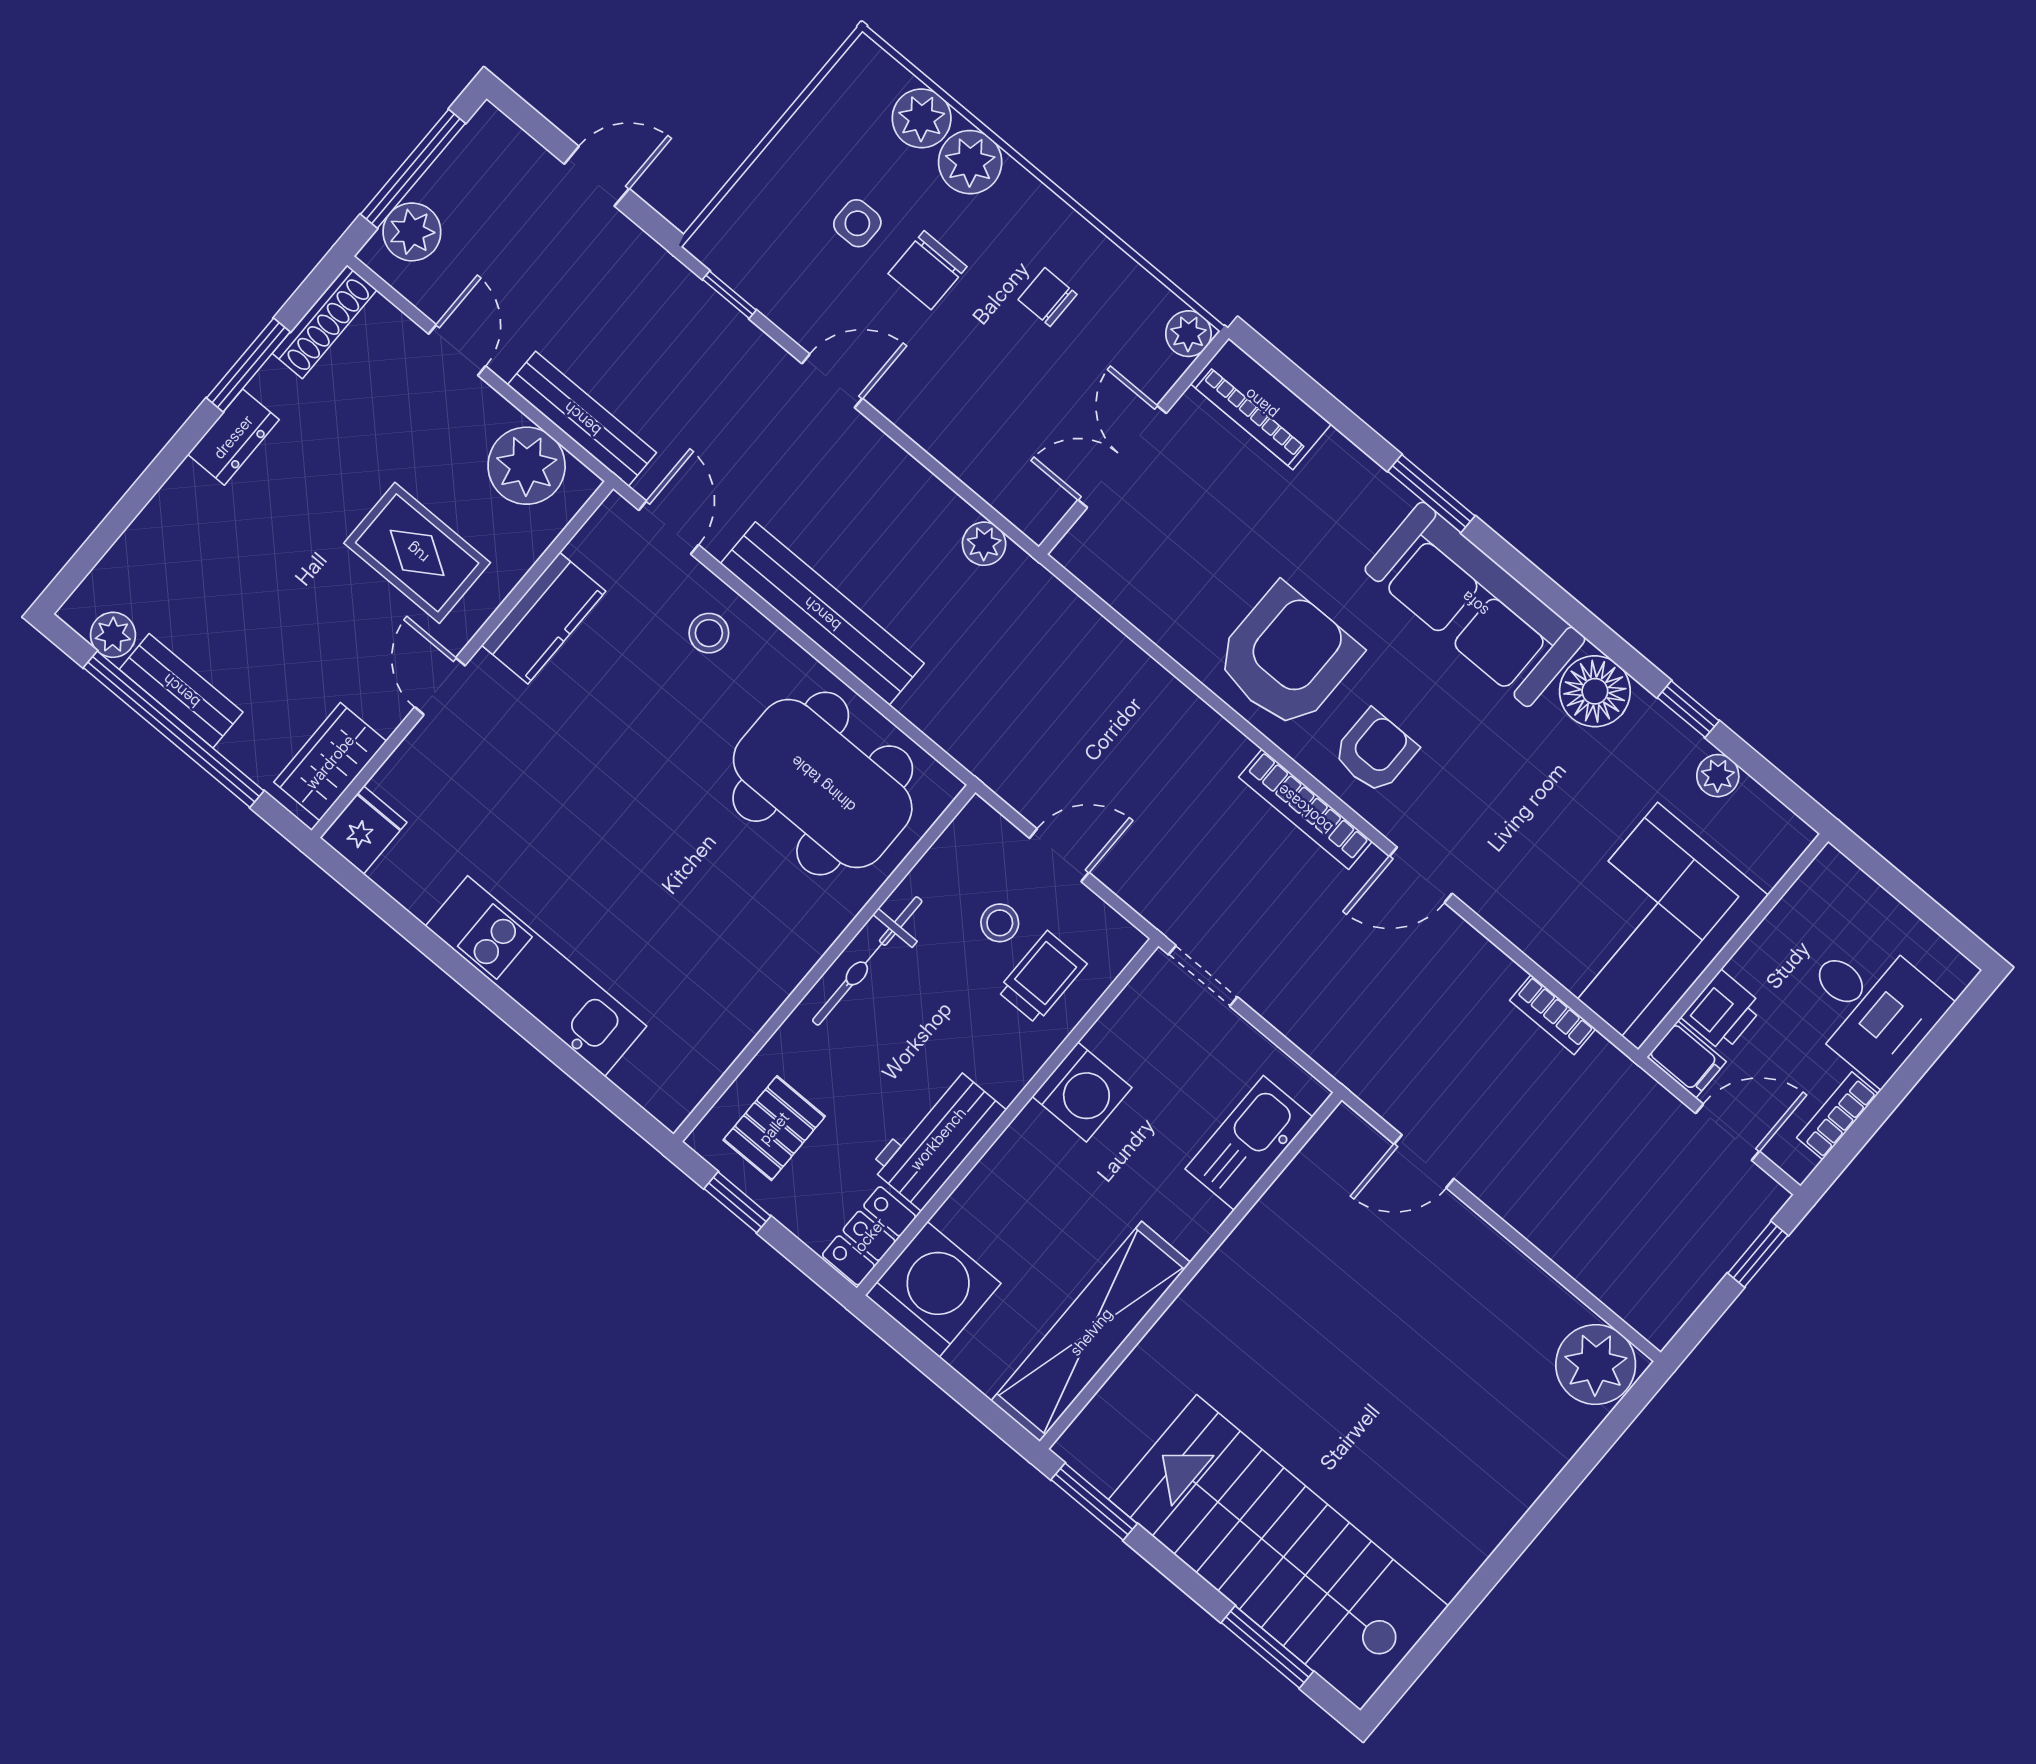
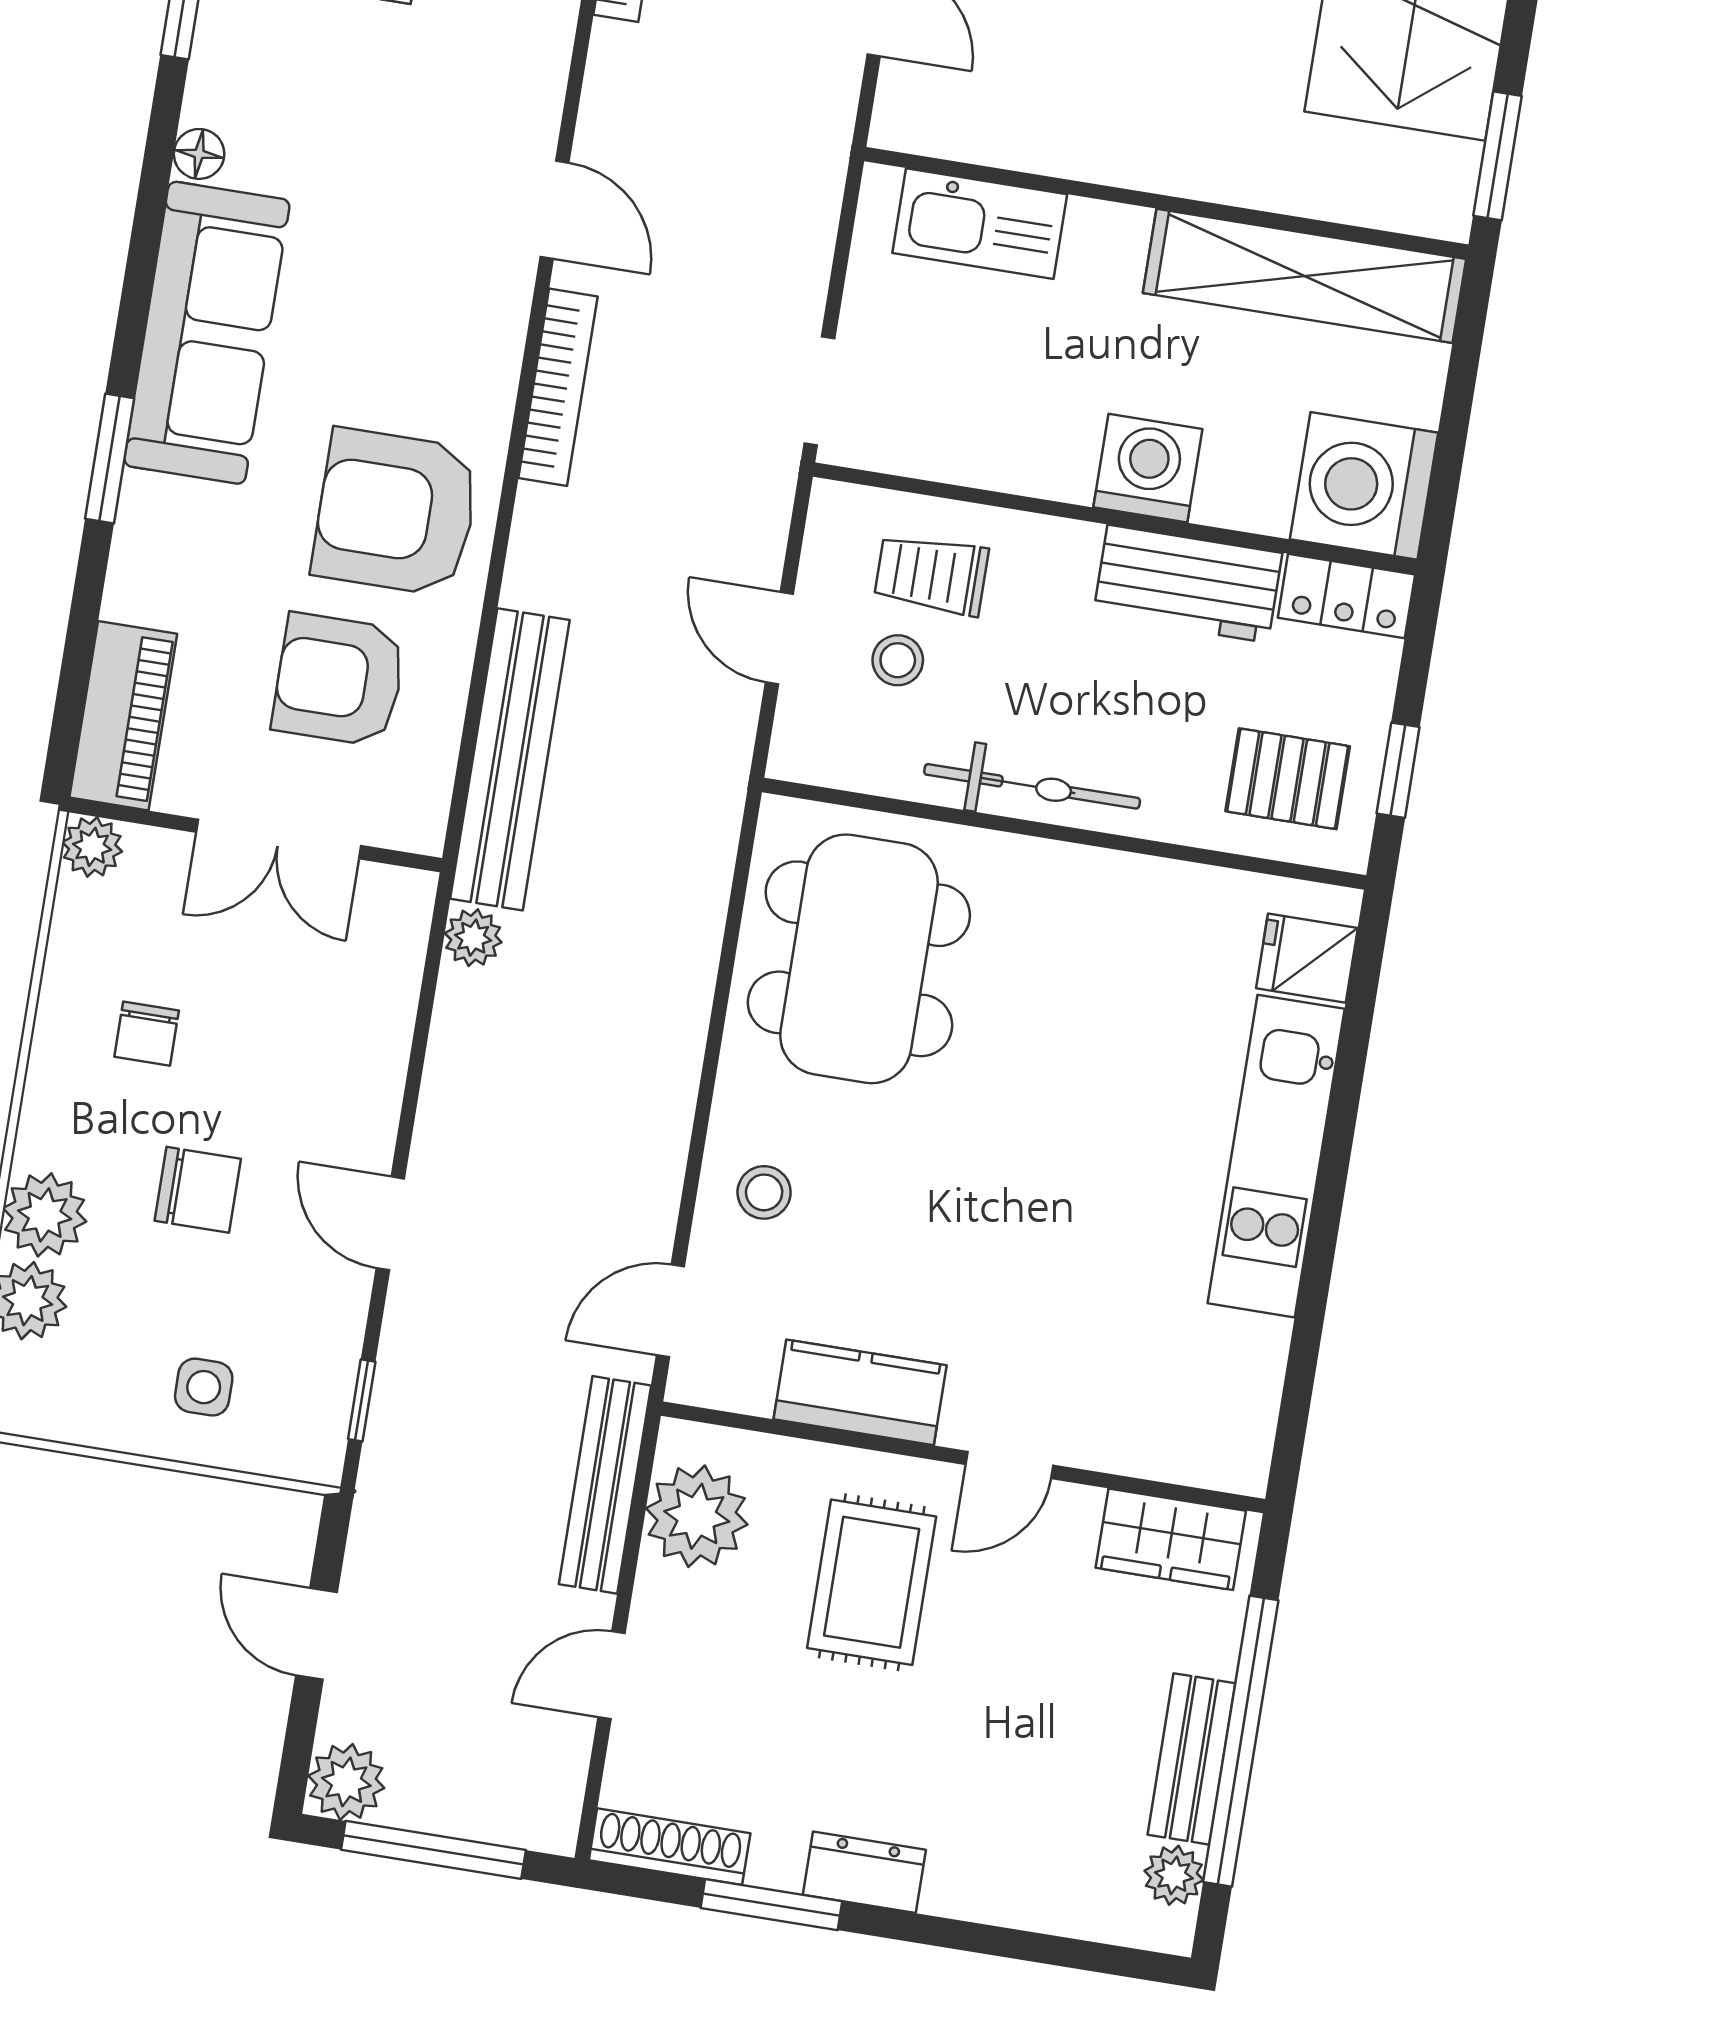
side table: (857, 223) -> (204, 1387), moved
plant: (412, 232) -> (346, 1782), moved
bench: (822, 614) -> (510, 759), moved
floor lamp: (1595, 691) -> (199, 154), width x0.53, depth x0.53
armchair: (1375, 751) -> (339, 680), moved, width x1.38, depth x1.38
fridge: (363, 830) -> (1307, 958), moved
washing machine: (1082, 1092) -> (1148, 468), moved

